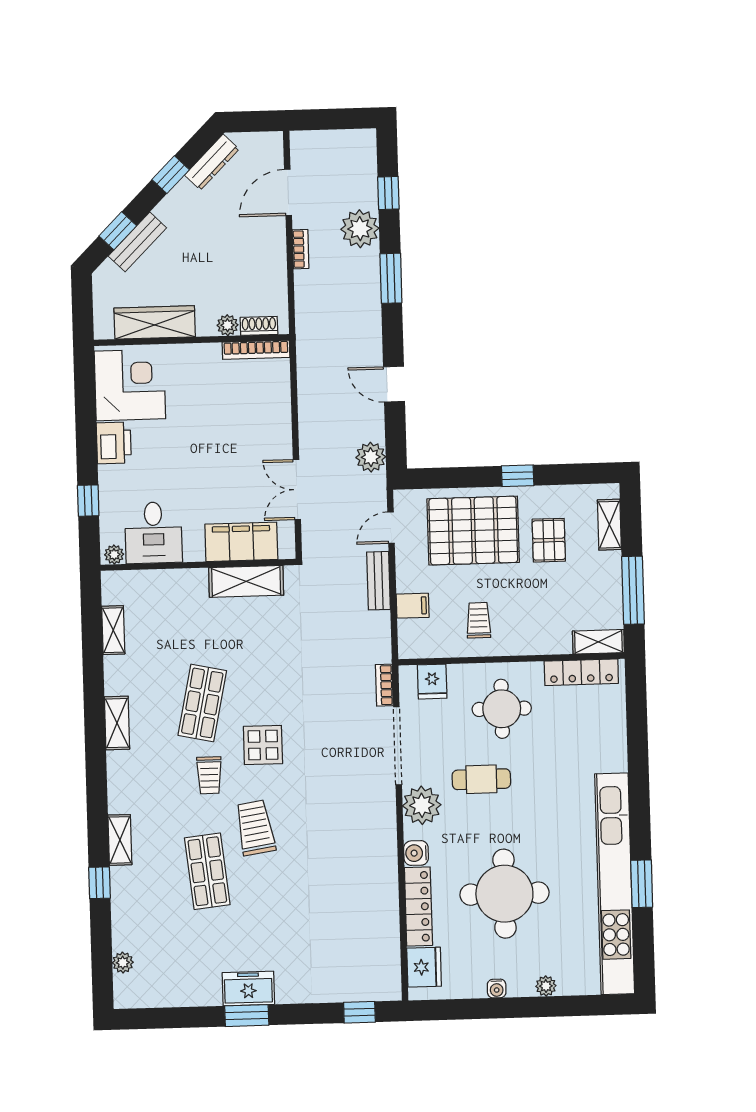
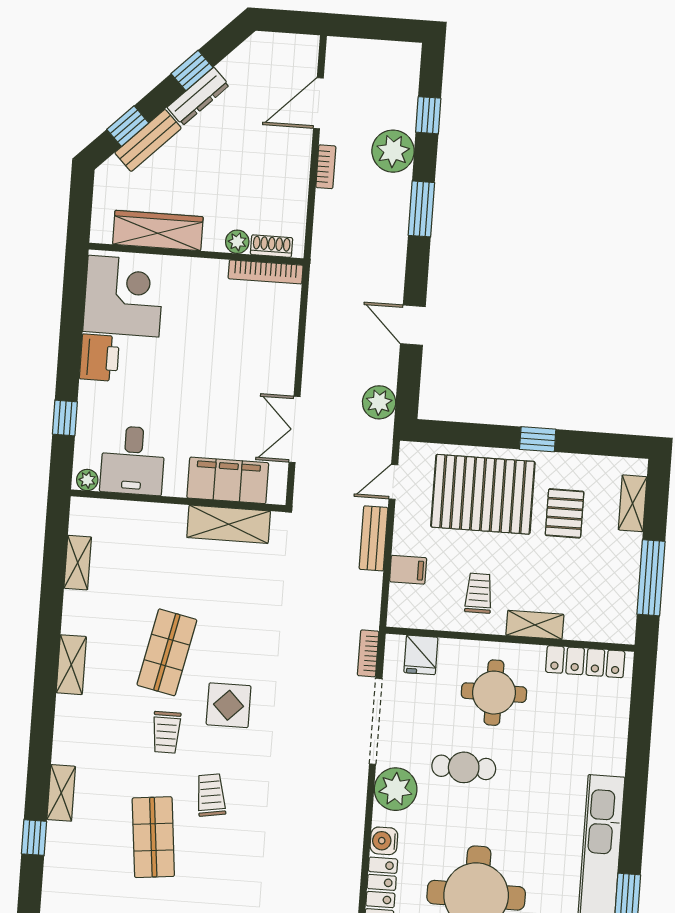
dresser: (212, 162) -> (198, 96), moved
shelving: (598, 642) -> (535, 625), moved
trolley: (255, 828) -> (211, 795), width x0.73, depth x0.72

